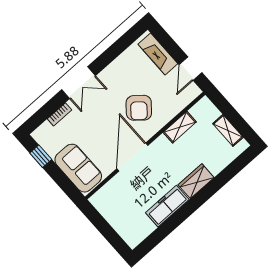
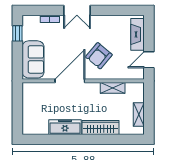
wardrobe: (196, 181) -> (100, 127), width x1.50

